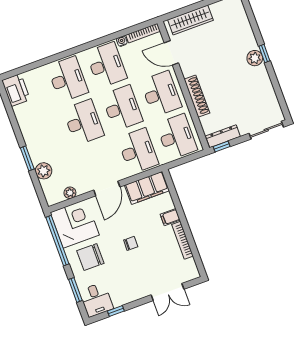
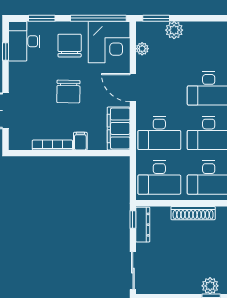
window: (27, 158) -> (156, 18), moved
chair: (131, 243) -> (68, 91), width x1.87, depth x1.87
desk: (96, 300) -> (24, 41), width x1.37

